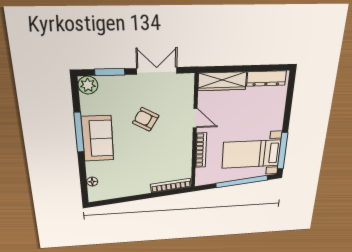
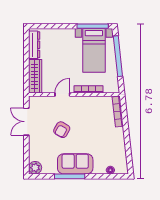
window: (110, 72) -> (26, 153), removed

